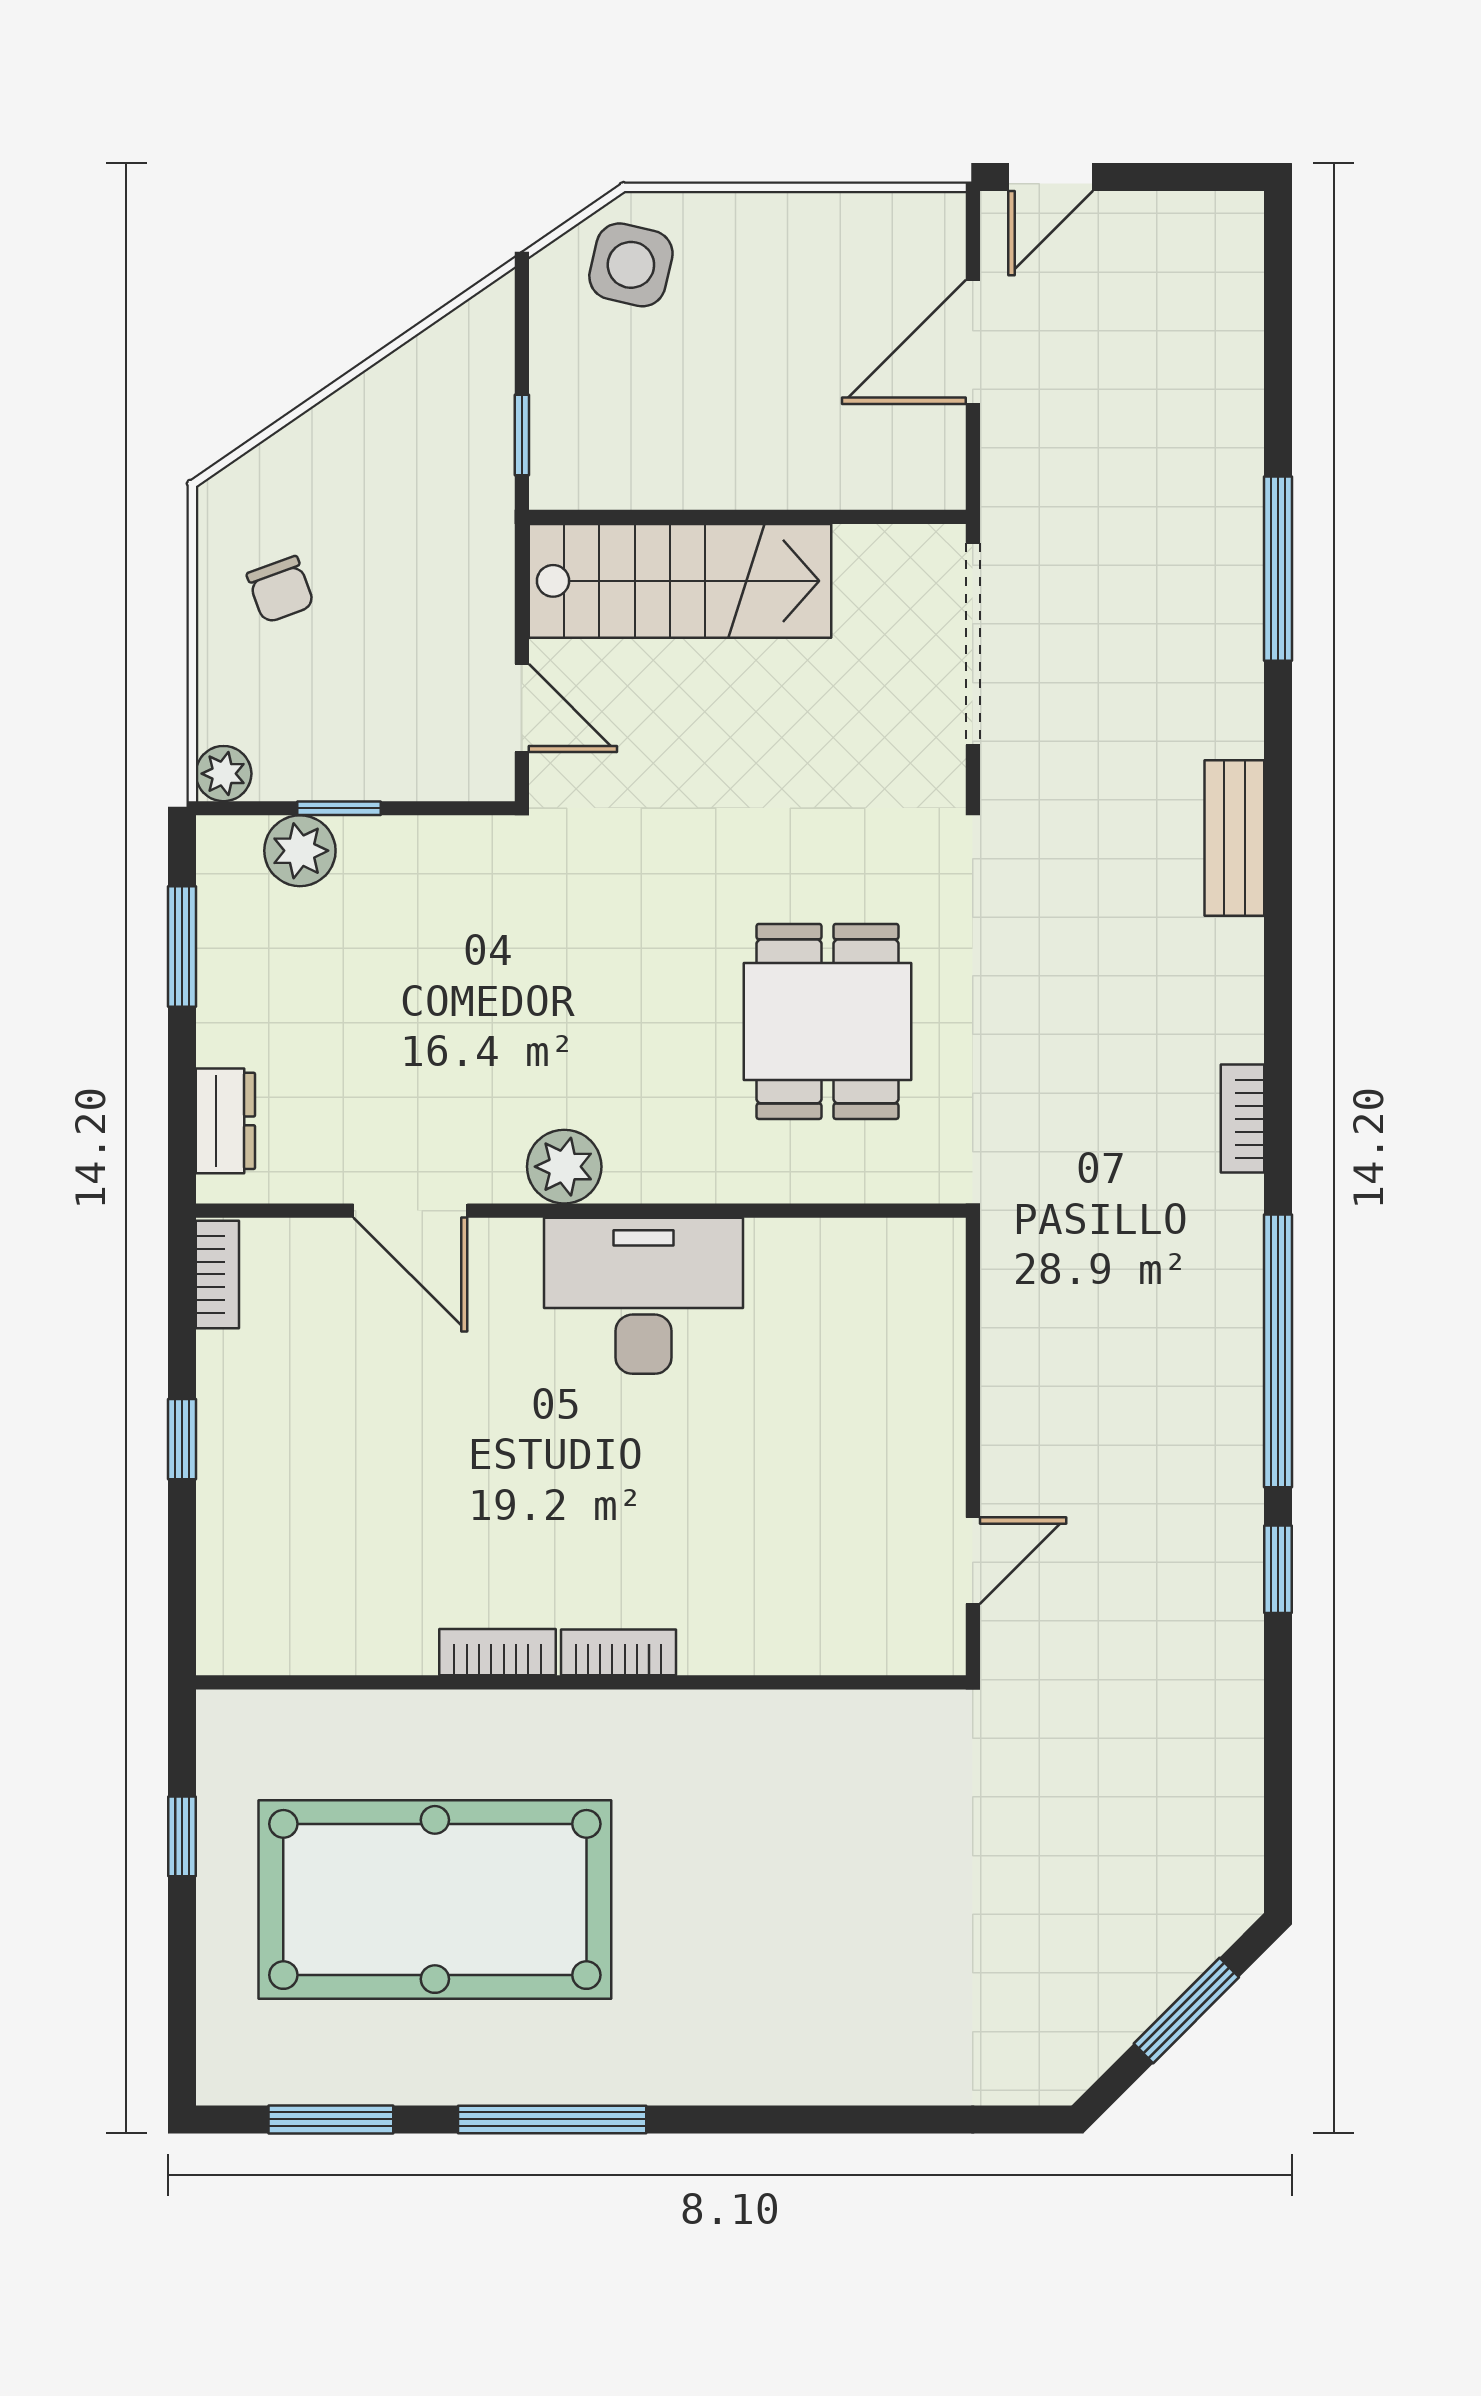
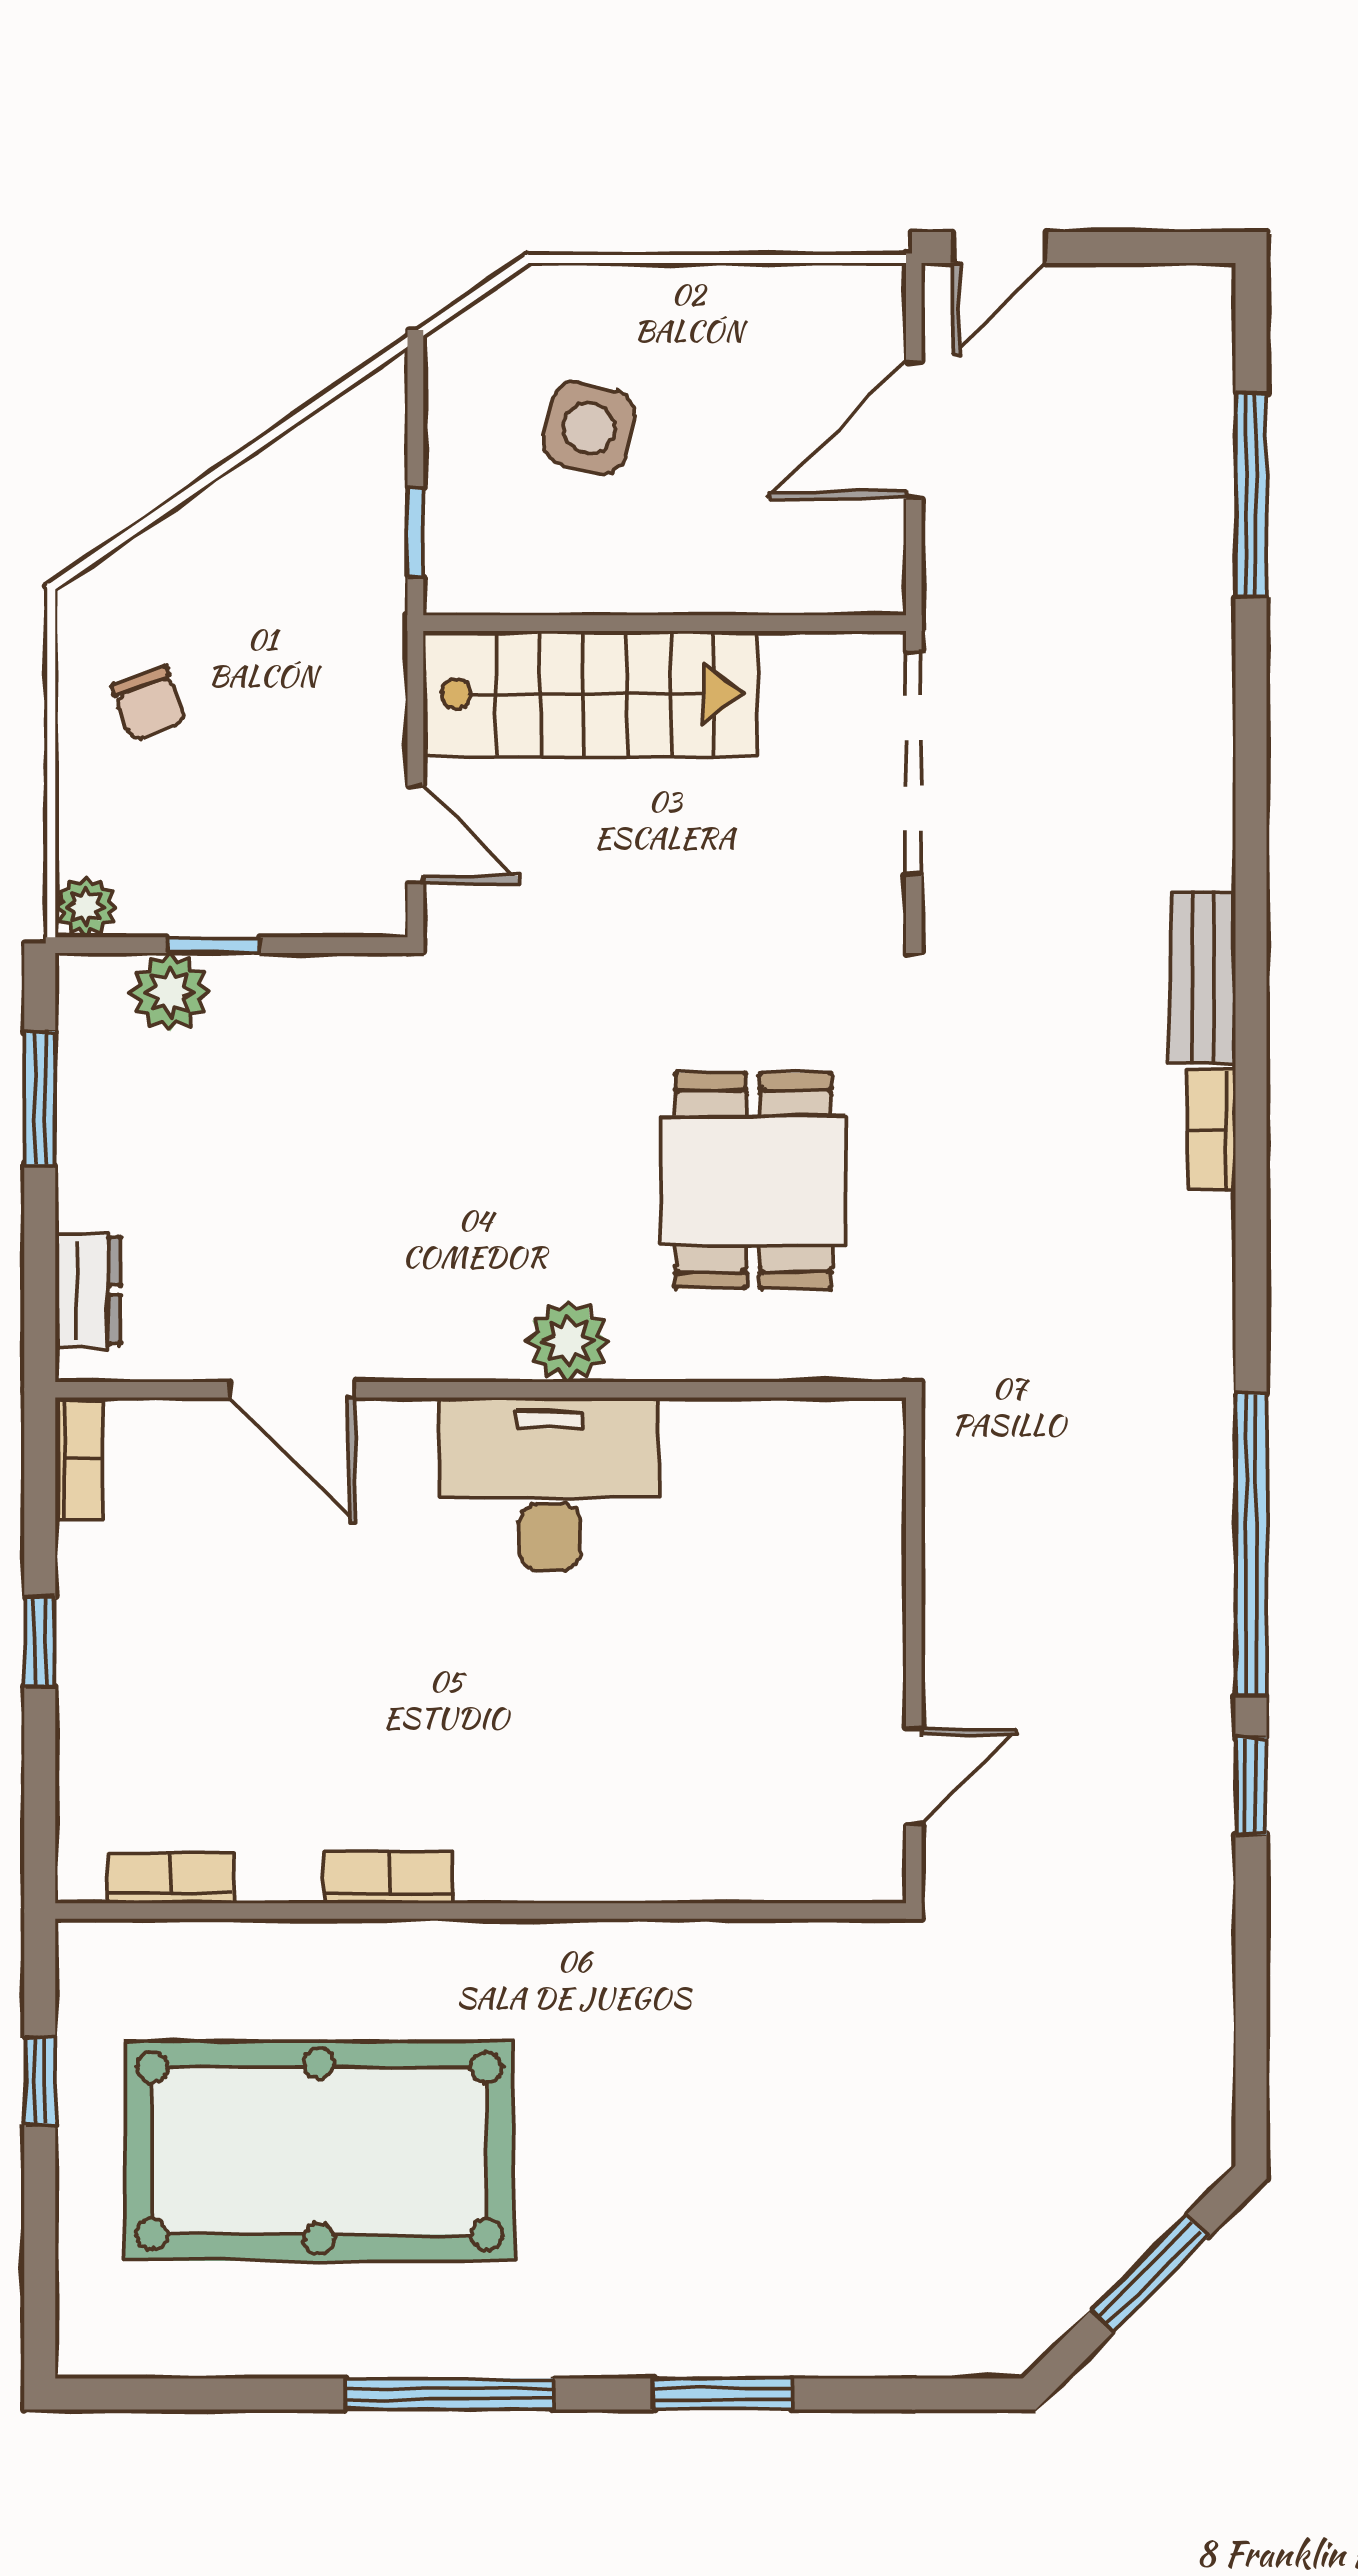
side table: (631, 265) -> (589, 428), moved
window: (1278, 569) -> (1251, 495), moved
bookcase: (1243, 1119) -> (1212, 1130), moved
plant: (564, 1167) -> (568, 1341), moved
bookcase: (619, 1652) -> (170, 1878), moved
window: (331, 2119) -> (722, 2394), moved

